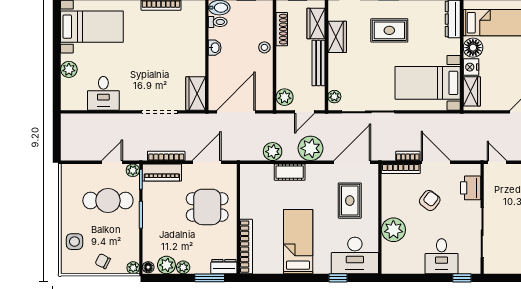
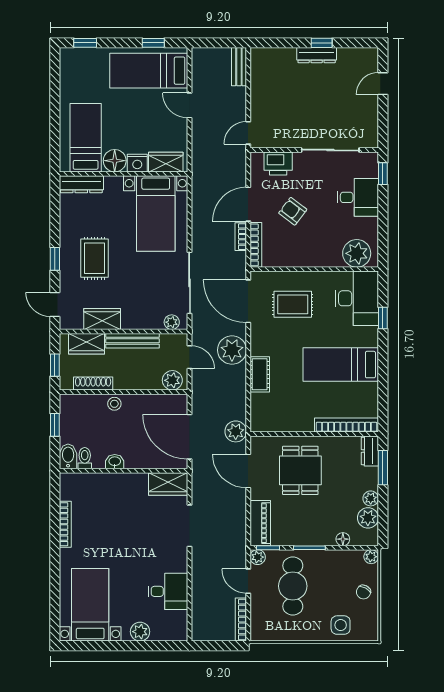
plant: (273, 152) -> (236, 431), moved
bookcase: (166, 156) -> (241, 620), moved
plant: (393, 230) -> (357, 253), moved
floor lamp: (148, 267) -> (343, 539), moved

